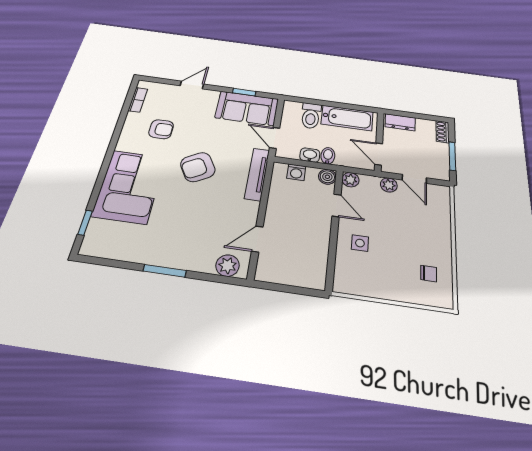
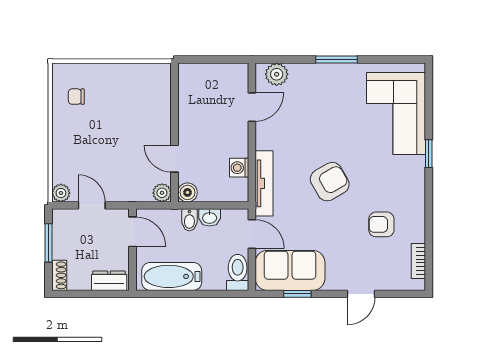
toilet: (311, 116) -> (238, 272), moved
washing machine: (296, 172) -> (239, 168), moved, turned -90
plant: (389, 185) -> (61, 193), moved
corner sofa: (129, 186) -> (396, 113), moved
window: (85, 223) -> (429, 154), moved
side table: (360, 243) -> (147, 119), removed

